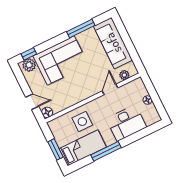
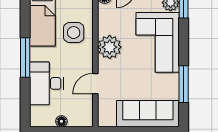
plant: (124, 75) -> (110, 47), moved, width x1.88, depth x1.88
door: (110, 89) -> (95, 84), swing flipped
window: (106, 151) -> (25, 57), moved

